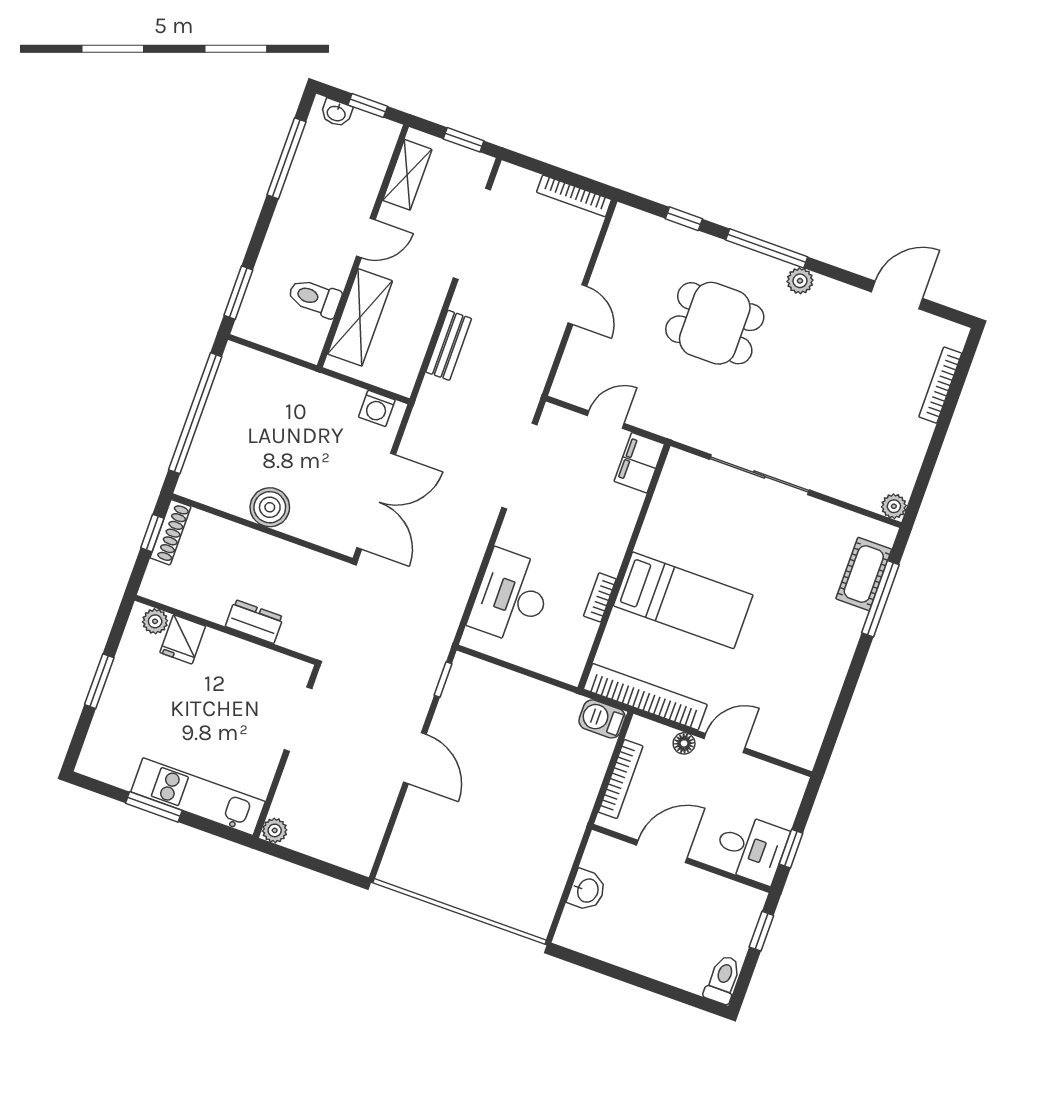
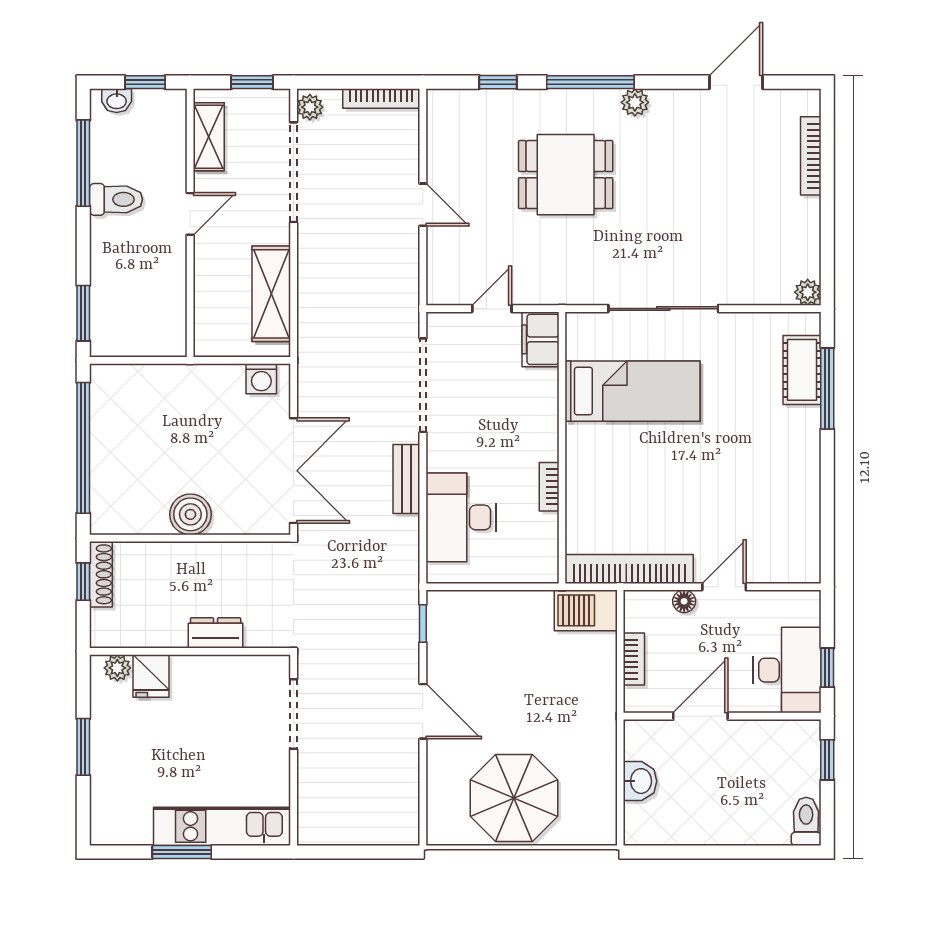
toilet: (315, 298) -> (116, 199), moved, turned 180
shelving: (360, 317) -> (271, 294), moved
bench: (449, 345) -> (406, 479), moved
bed: (683, 600) -> (633, 391), moved
barbecue: (602, 719) -> (586, 610), width x1.38, depth x1.27
bookcase: (621, 779) -> (634, 659), width x0.64
plant: (275, 830) -> (310, 107), moved
desk: (751, 848) -> (787, 670), width x1.37
parasol: (469, 865) -> (514, 798), added

